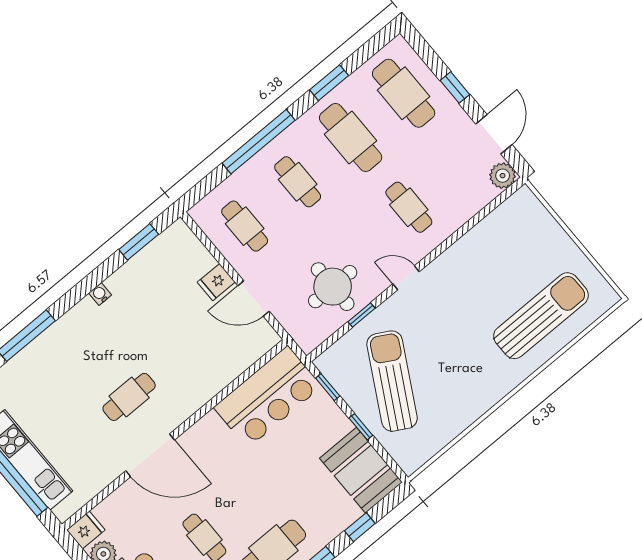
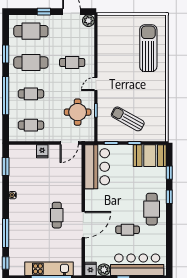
door: (254, 299) -> (69, 143), moved
sun lounger: (392, 381) -> (128, 119), width x0.73, depth x0.75

